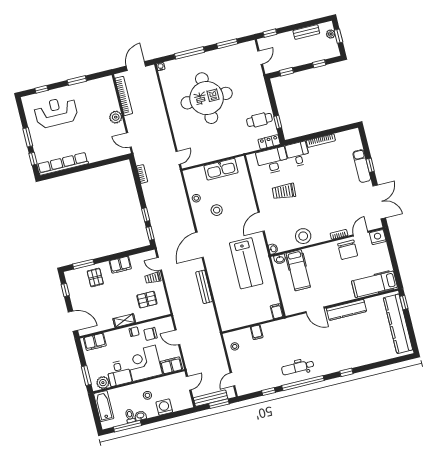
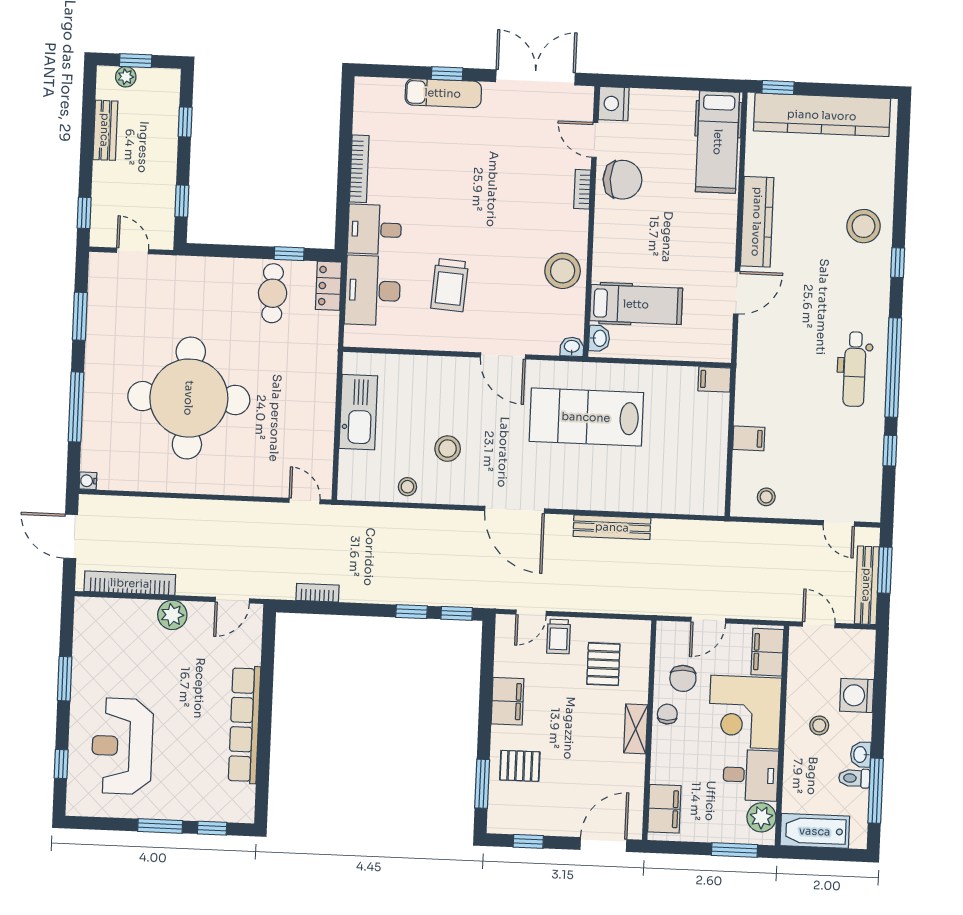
row of seats: (63, 164) -> (244, 725), moved
lab bench: (246, 263) -> (586, 417), turned 180
stool: (357, 354) -> (864, 226), added

